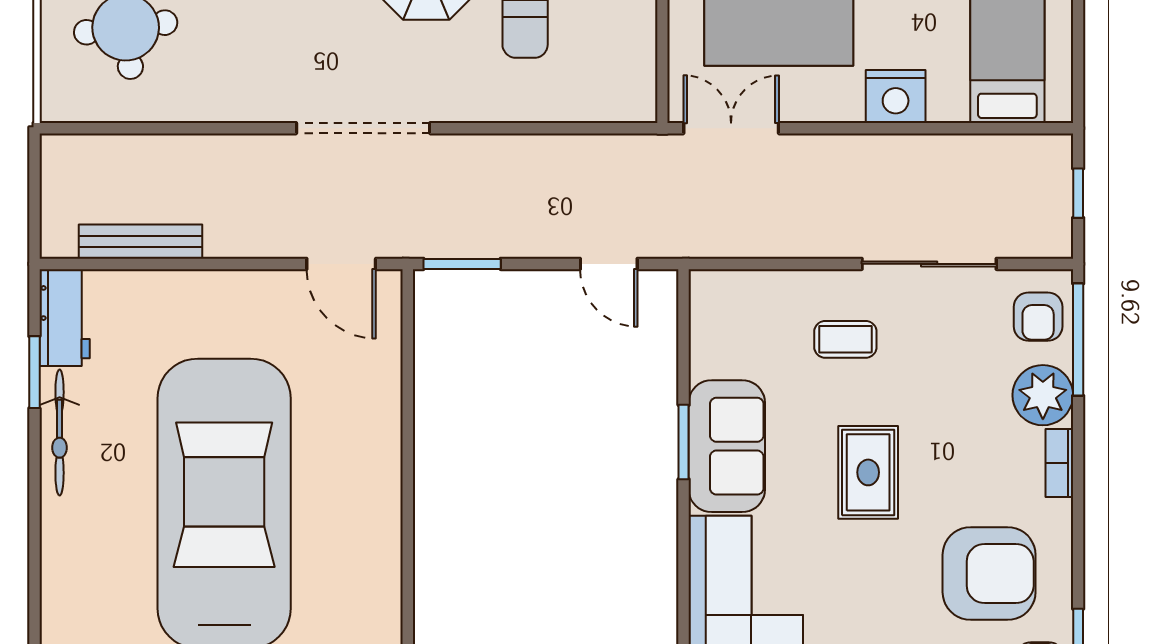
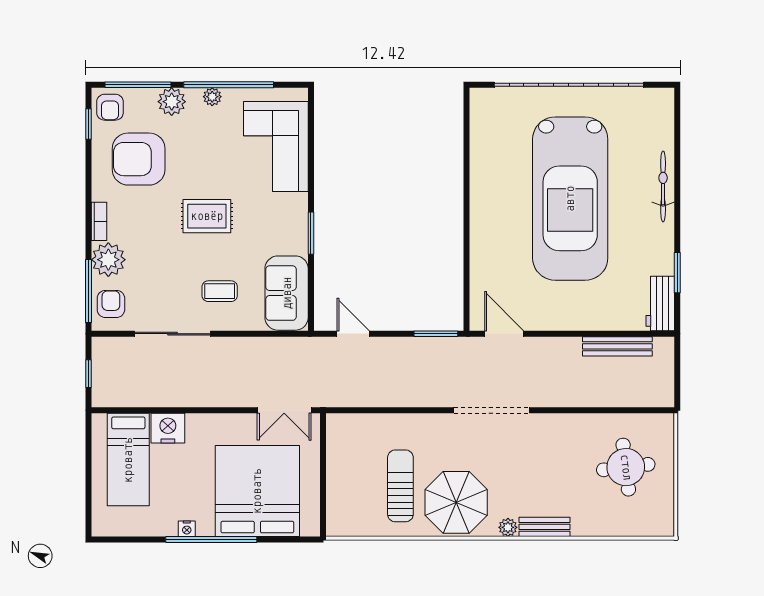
nightstand: (896, 96) -> (168, 428), moved
bicycle: (60, 433) -> (663, 186), moved
sofa: (727, 446) -> (287, 293), moved
rug: (868, 472) -> (207, 216), turned 90

